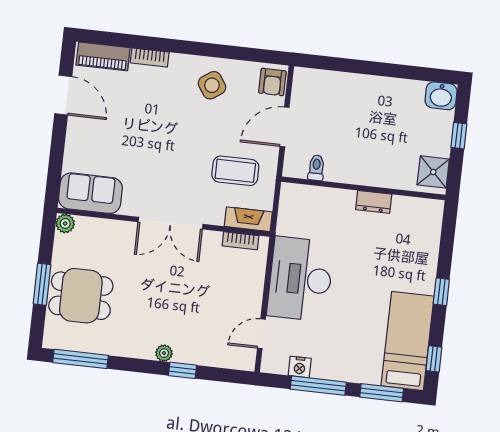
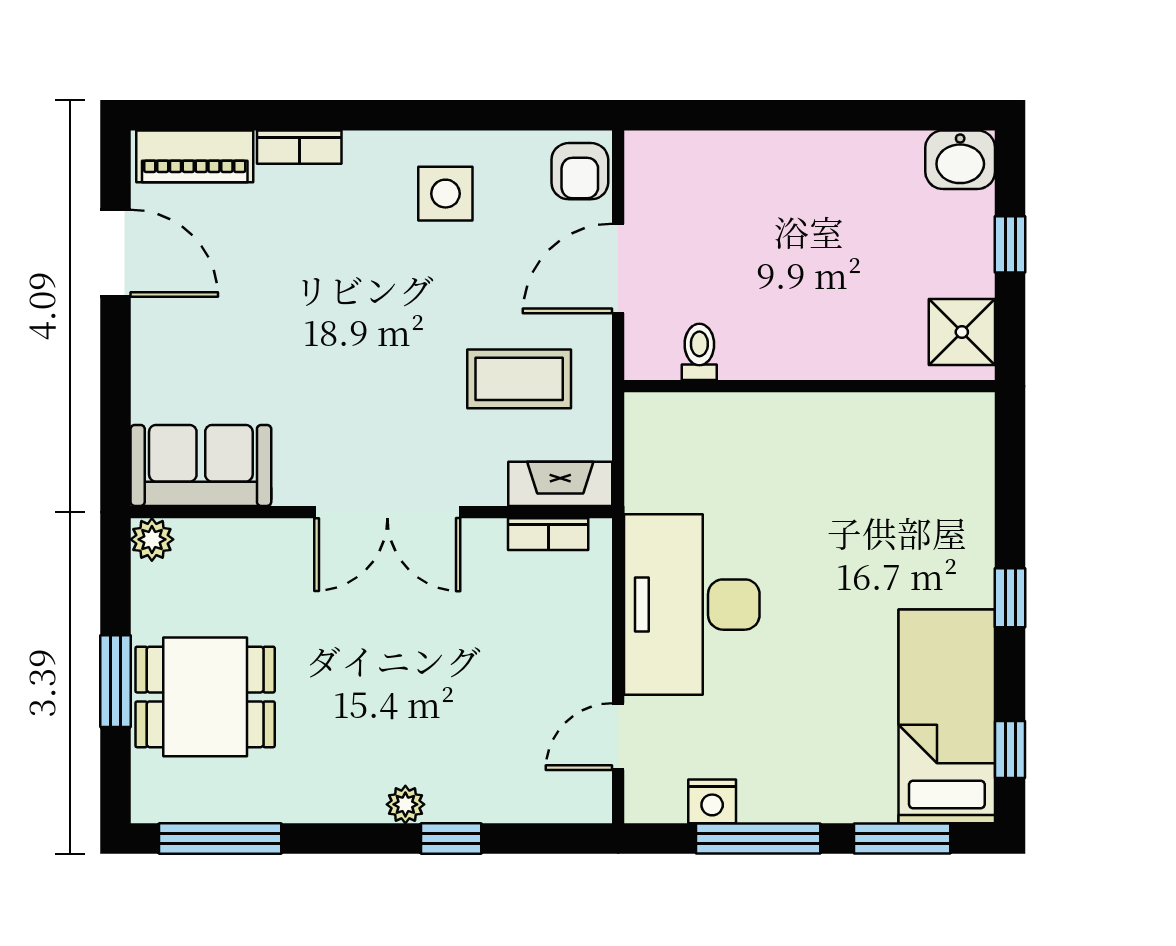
side table: (212, 85) -> (445, 194), turned 34
dresser: (374, 202) -> (836, 414), removed

